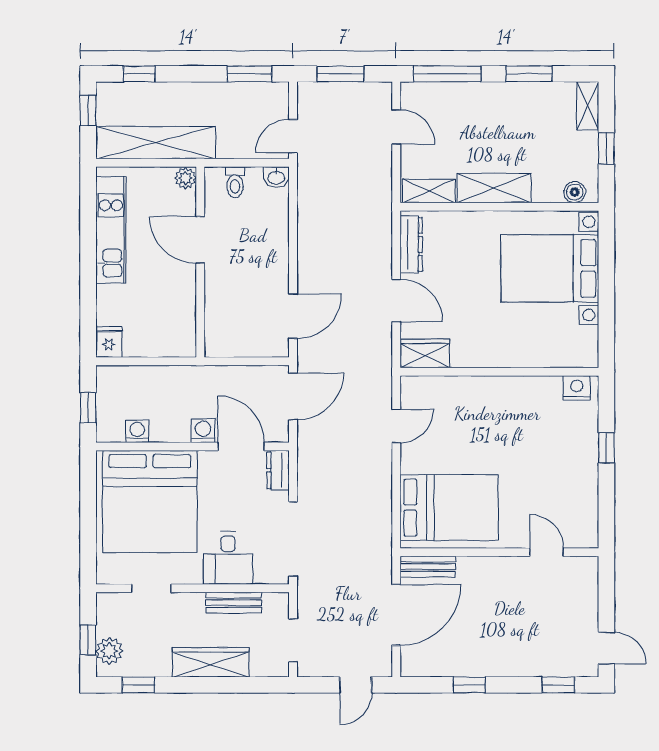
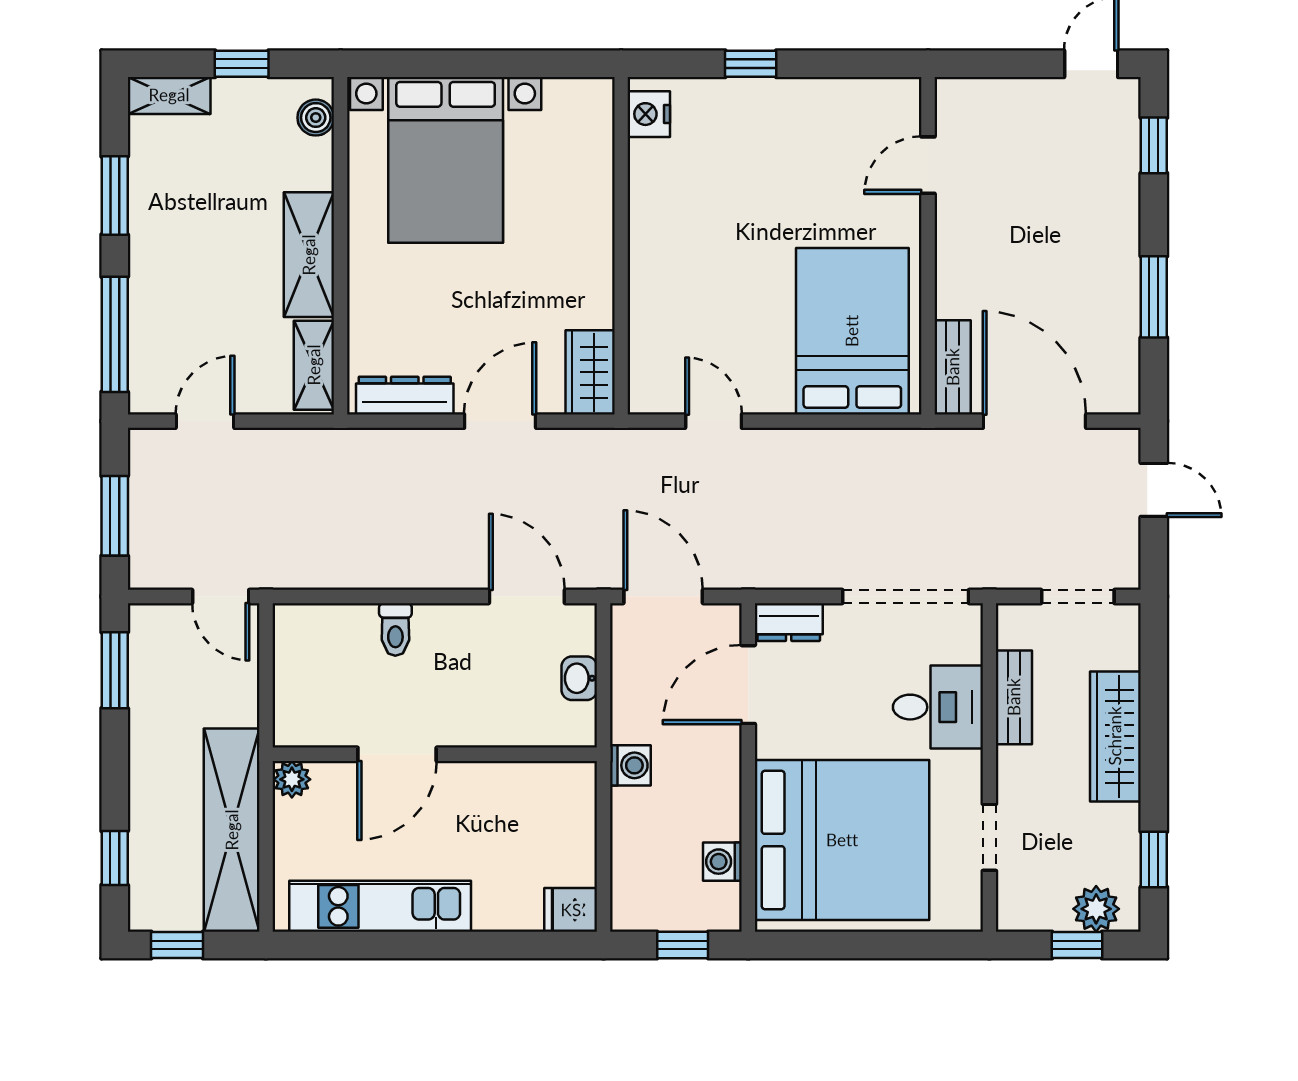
washbasin: (276, 177) -> (579, 678), moved, turned 180
toilet: (235, 182) -> (395, 629), moved, turned 90
washing machine: (203, 431) -> (630, 765), moved, turned 180
window: (469, 685) -> (1154, 297), width x1.50

